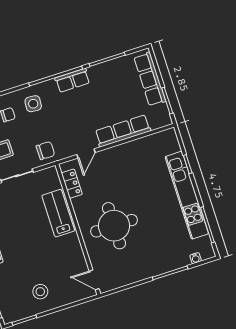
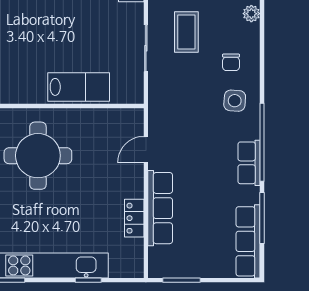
row of seats: (150, 79) -> (248, 241), moved, turned -90
chair: (45, 151) -> (167, 97), removed
door: (86, 154) -> (146, 149), hinge flipped
locker: (72, 184) -> (134, 218), moved, turned 90

